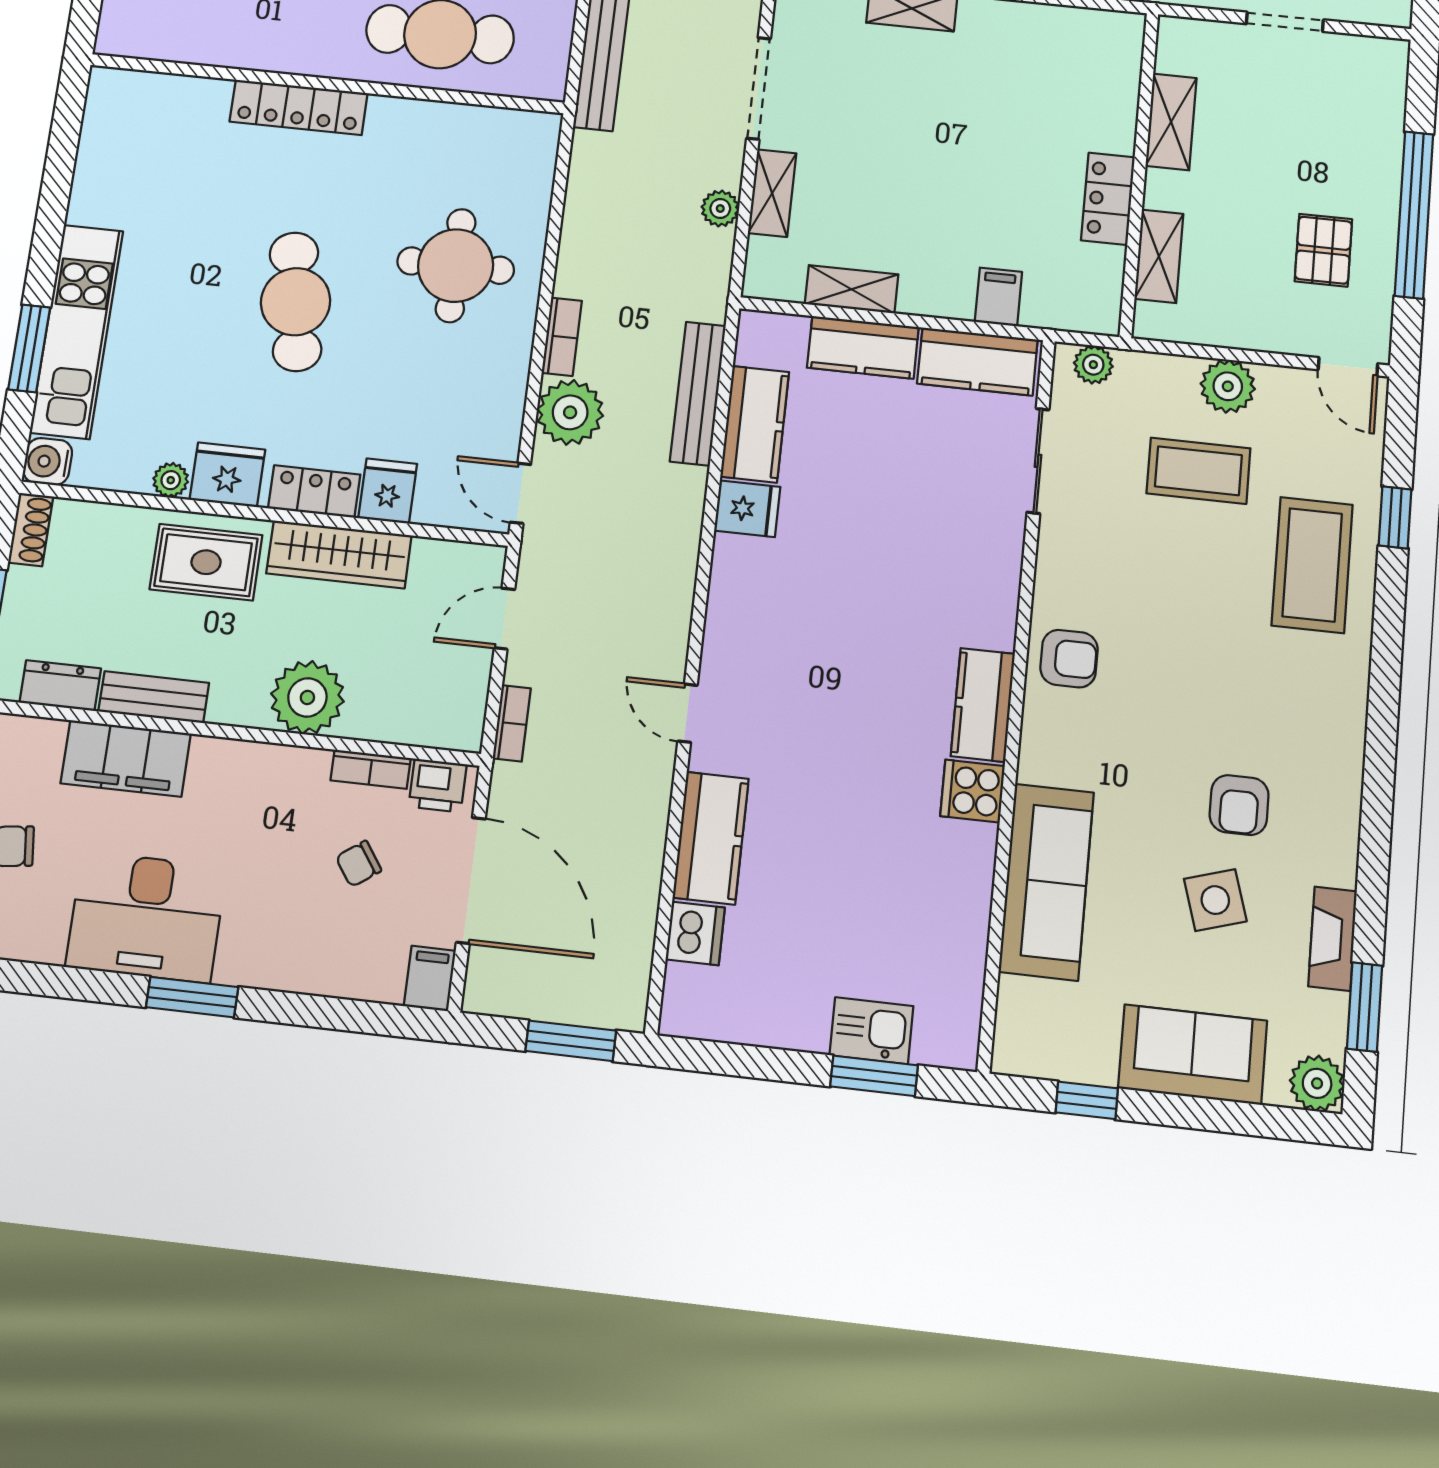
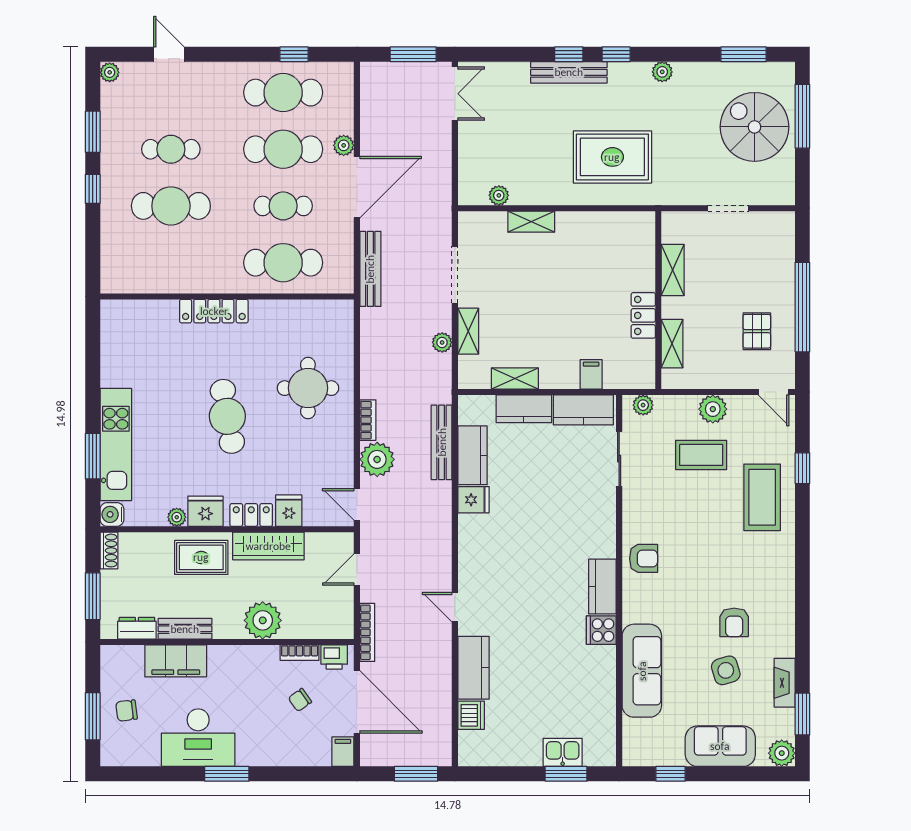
bookcase: (512, 723) -> (367, 632), width x1.56

